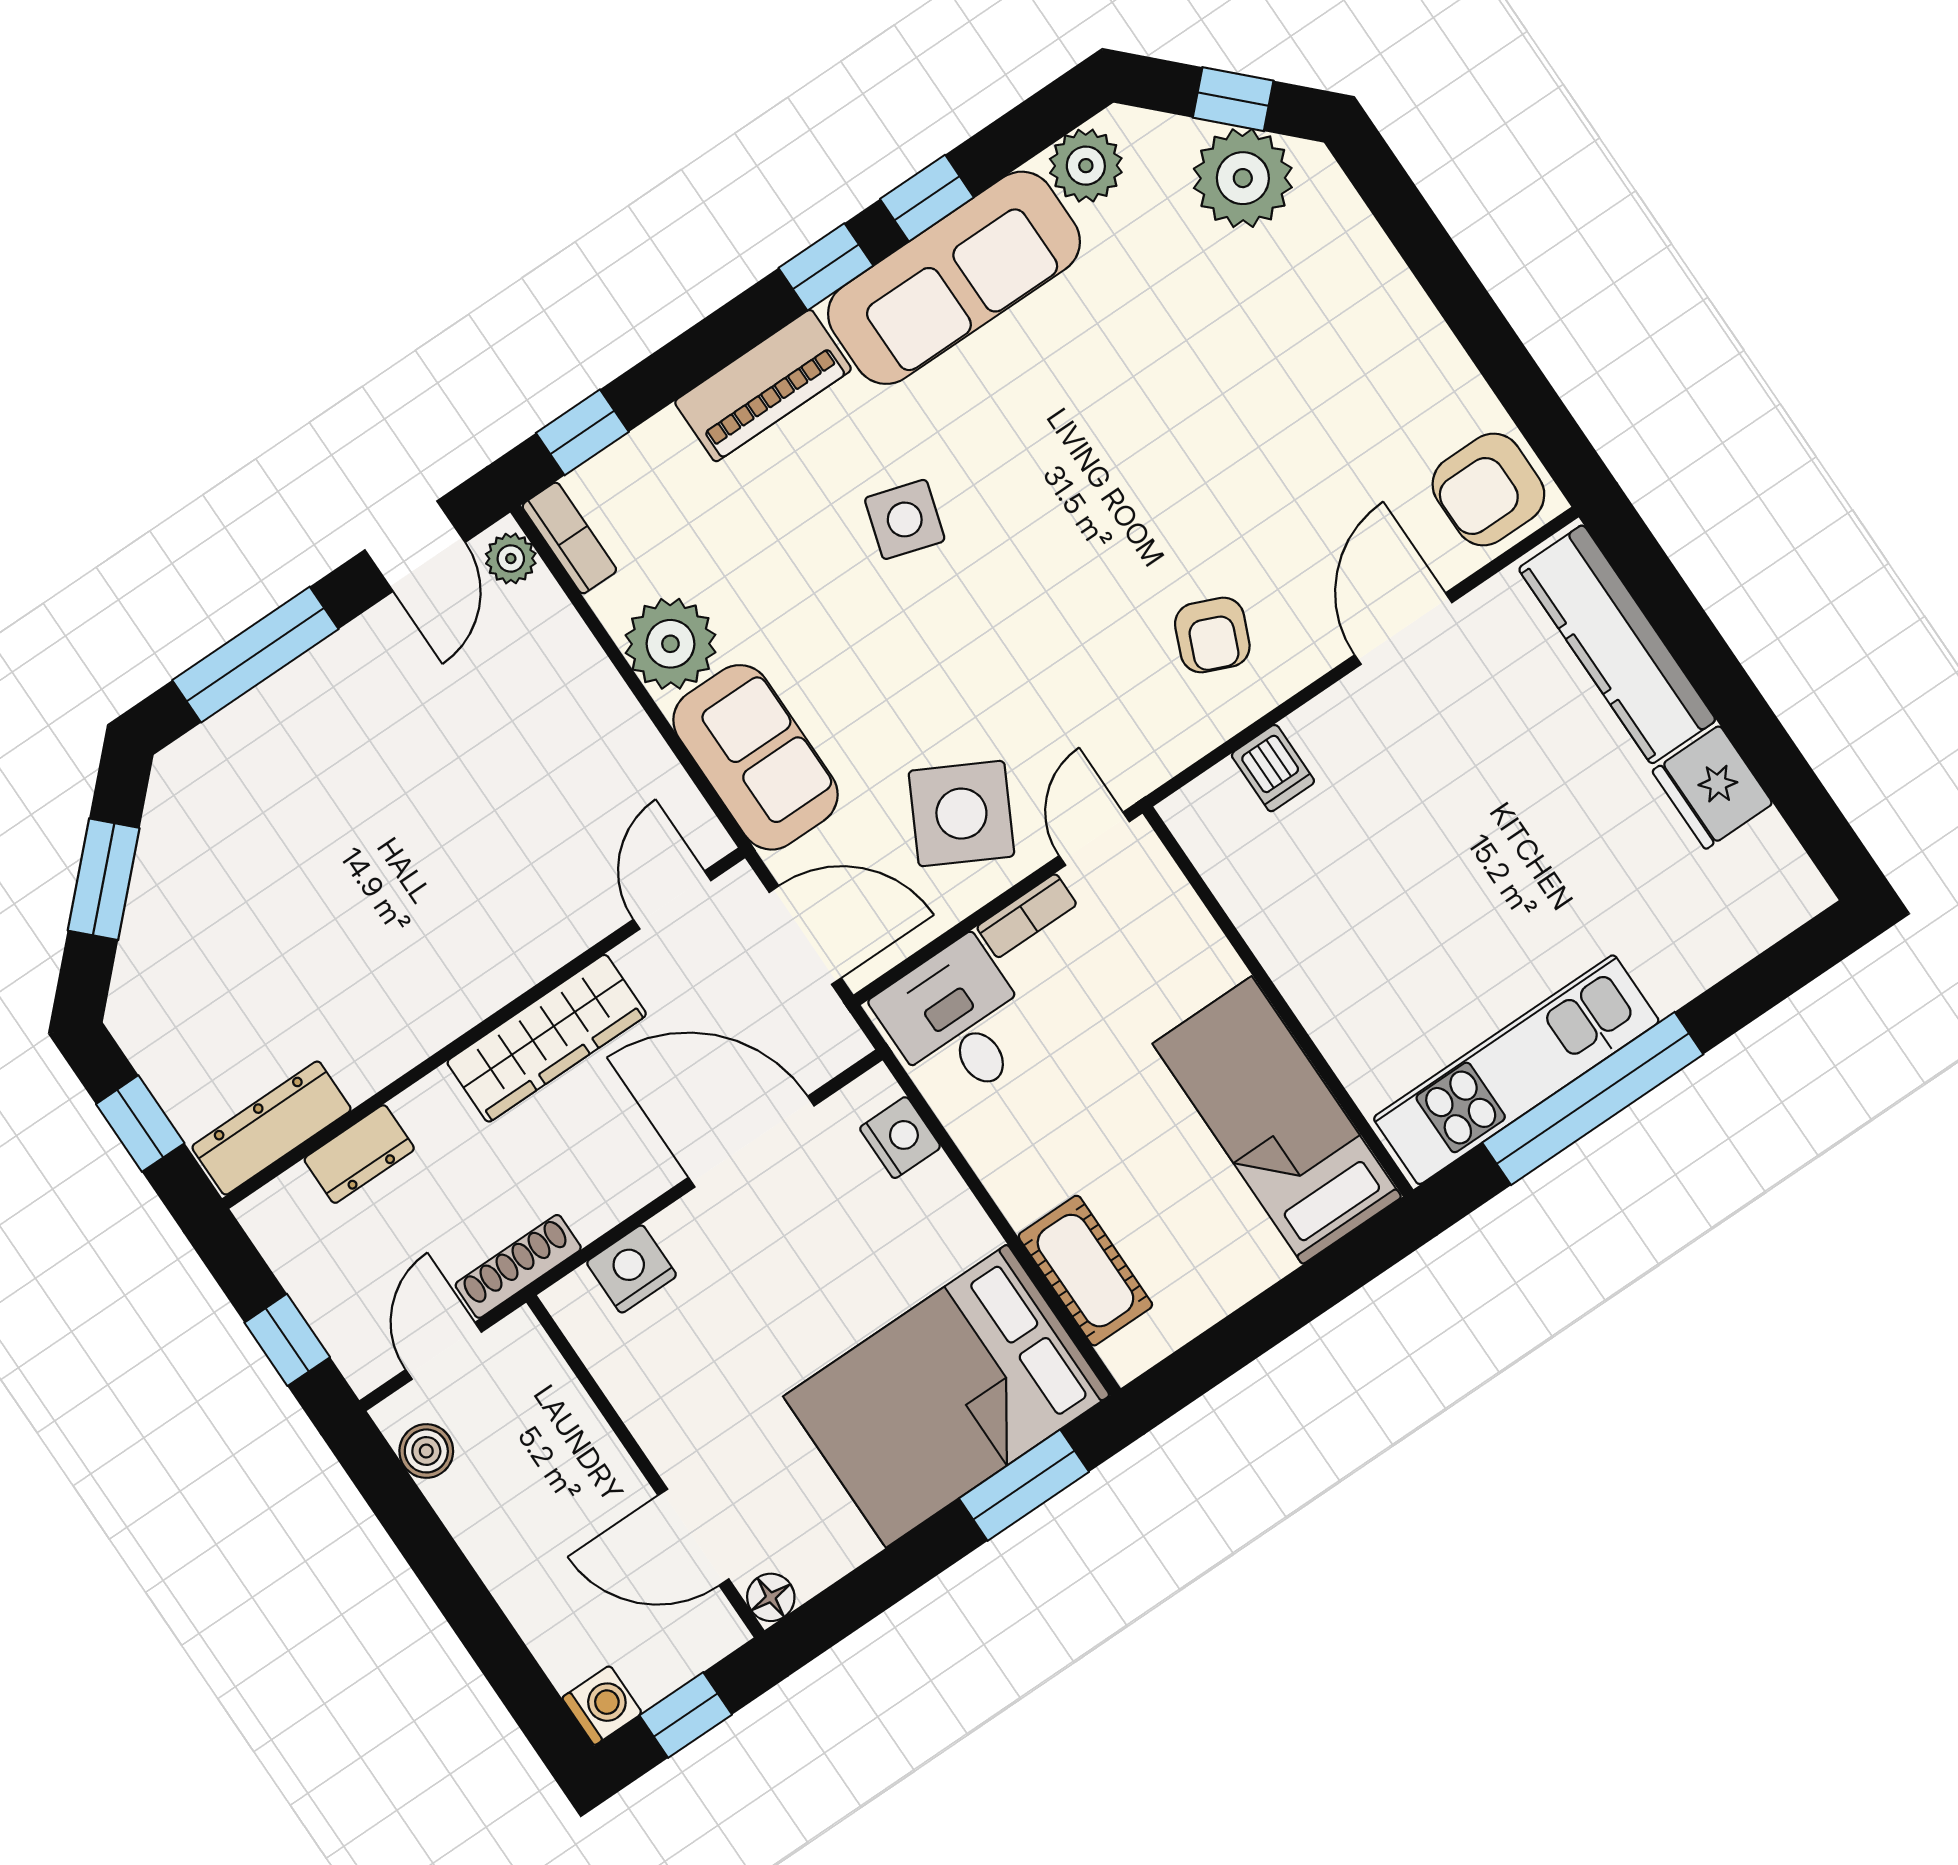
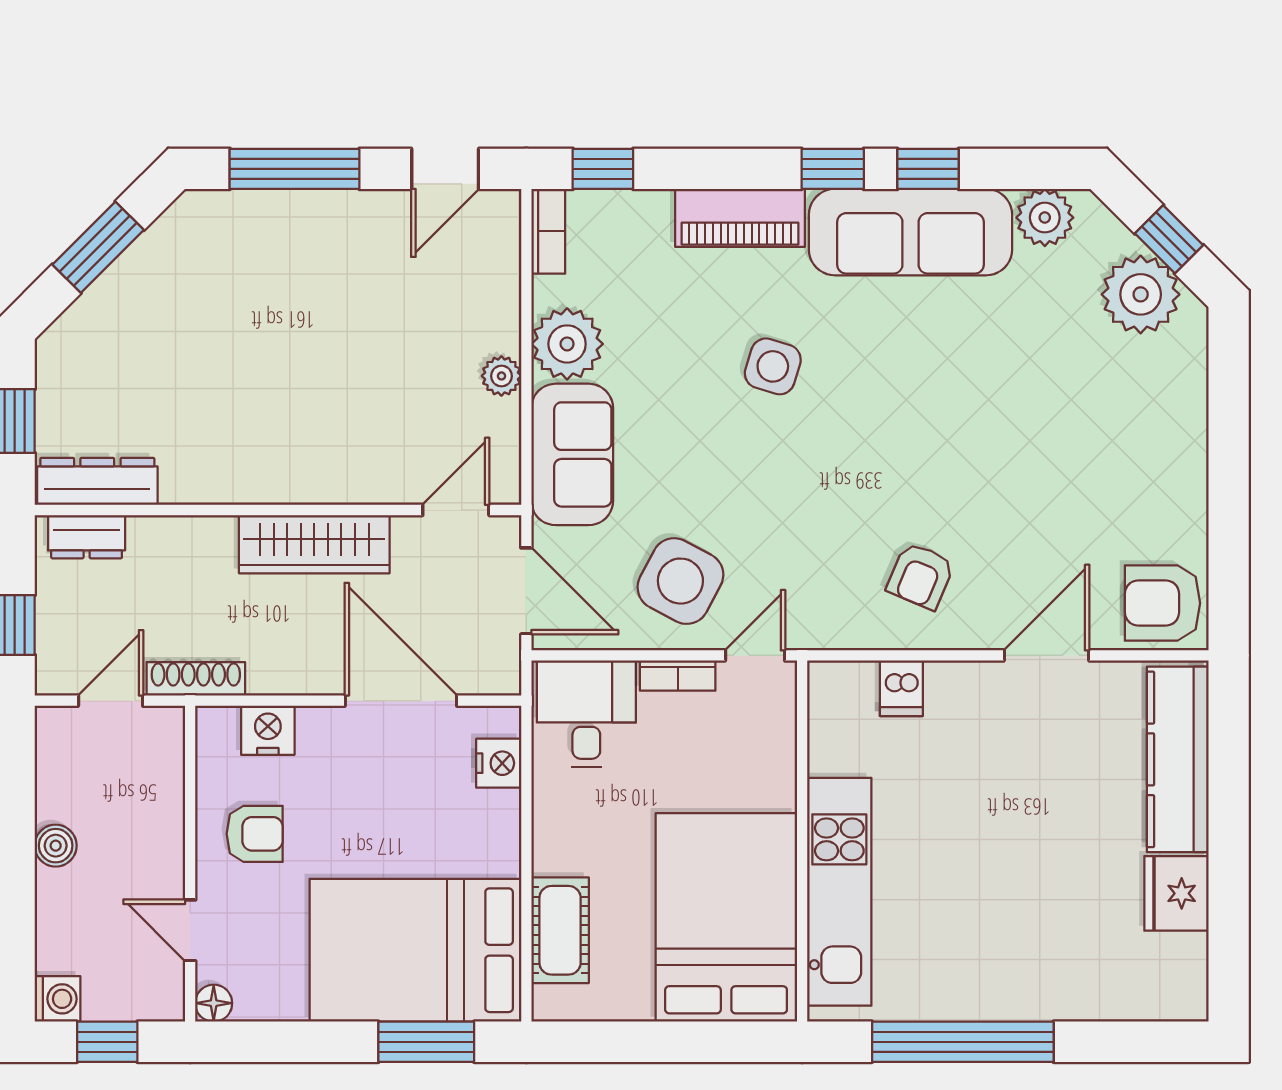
plant: (511, 559) -> (501, 376), moved
kitchen unit: (1516, 1070) -> (839, 892), moved, turned 90
bed: (1277, 1120) -> (726, 917), width x1.50
dresser: (359, 1154) -> (87, 537), moved
armchair: (692, 1388) -> (255, 834), added
boiler: (426, 1451) -> (56, 846), moved
door: (693, 1537) -> (190, 930), width x0.73

